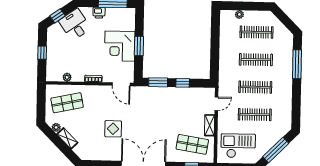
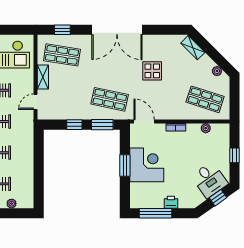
desk: (75, 25) -> (210, 180), moved
shop shelf: (67, 103) -> (205, 99), turned 30
shop shelf: (151, 104) -> (110, 99), added
shelving: (67, 138) -> (193, 48), moved

